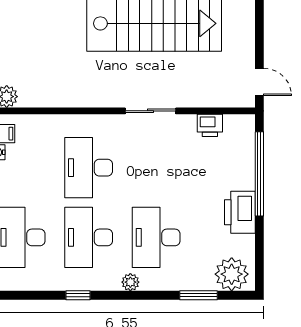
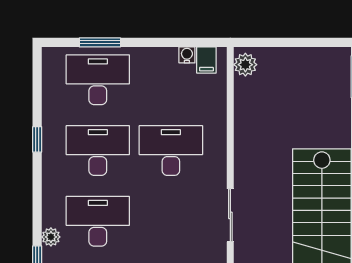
plant: (130, 282) -> (51, 237), moved

